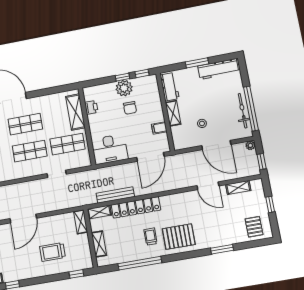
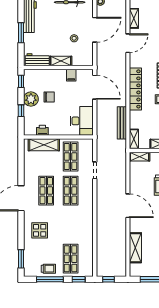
window: (123, 77) -> (21, 111), moved
locker: (136, 207) -> (135, 89), moved

